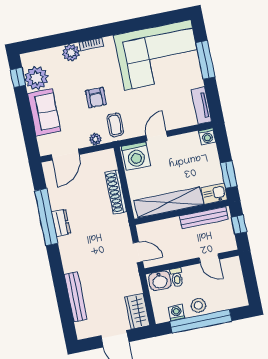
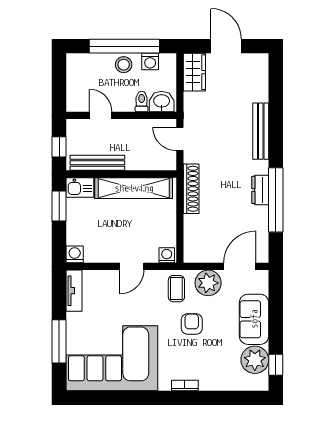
plant: (71, 53) -> (210, 381), removed
plant: (95, 139) -> (208, 283), width x1.87, depth x1.87
washing machine: (136, 156) -> (167, 255), width x0.53, depth x0.53
shoe rack: (116, 192) -> (191, 189), moved
bench: (76, 297) -> (261, 131), moved

